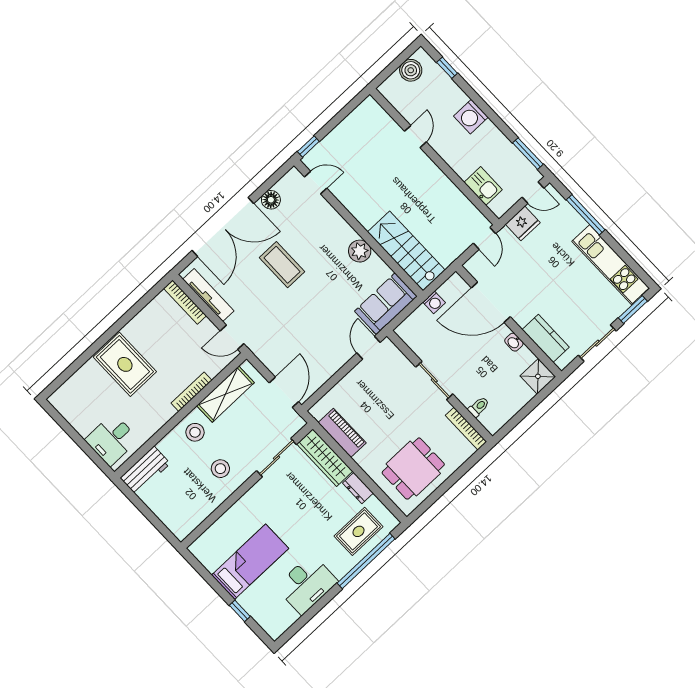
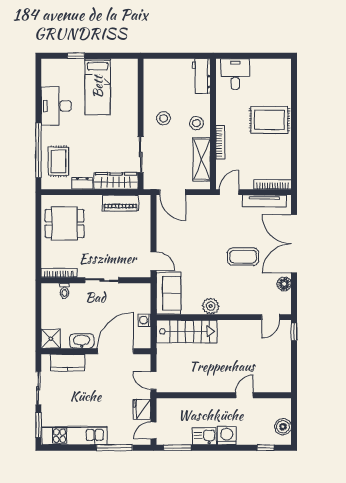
door: (415, 137) -> (244, 395), swing flipped
kitchen sink: (483, 186) -> (204, 436), moved, turned 180
washbasin: (514, 342) -> (82, 341), width x1.91, depth x1.45
dining table: (413, 469) -> (65, 223), turned 90

